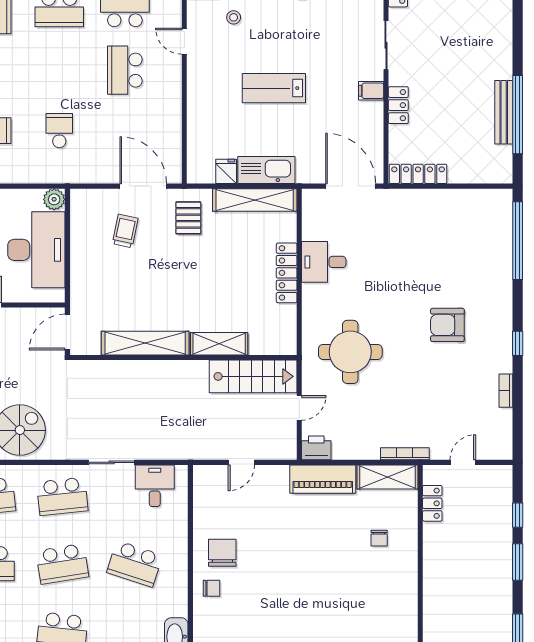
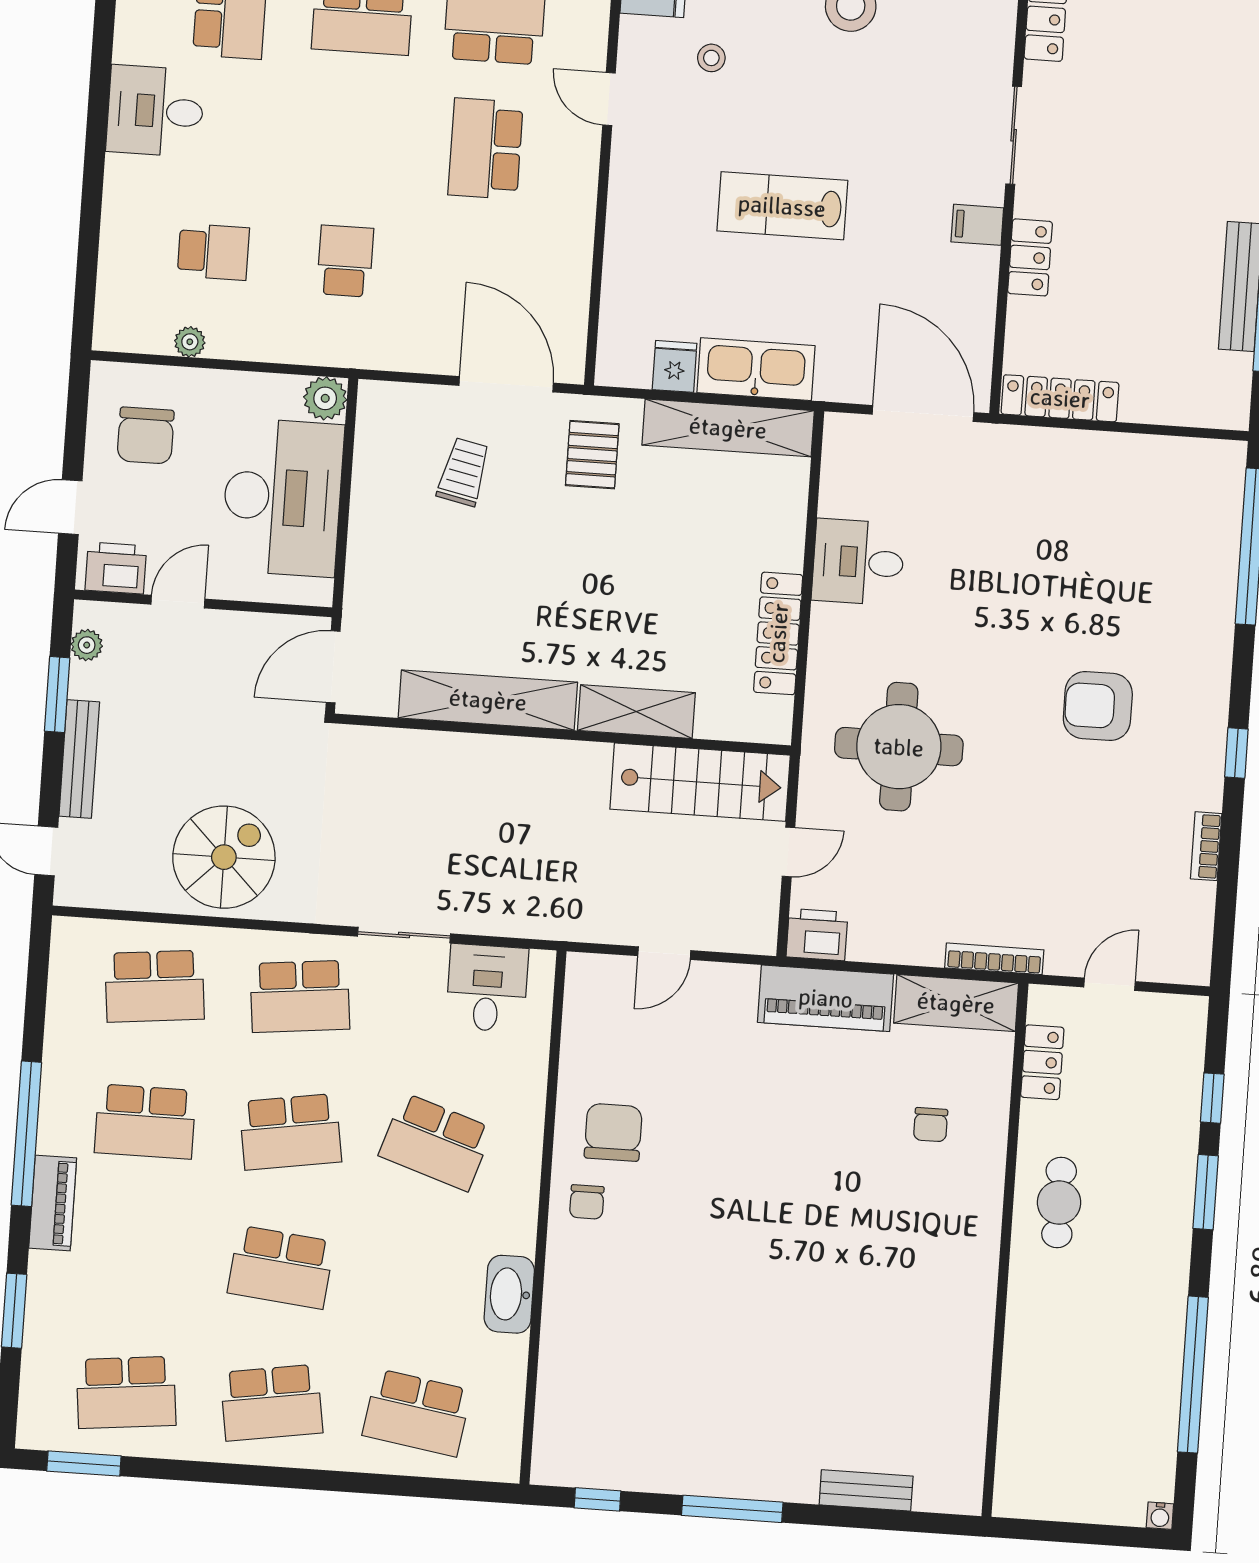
locker: (287, 273) -> (778, 633), moved
cafe table: (445, 572) -> (1059, 1203), added
chair: (211, 588) -> (587, 1202), turned 90

